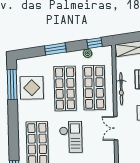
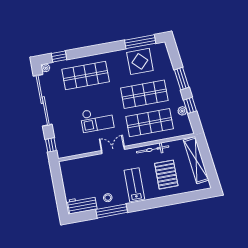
window: (95, 43) -> (190, 105), moved
checkout: (71, 137) -> (97, 119), moved

